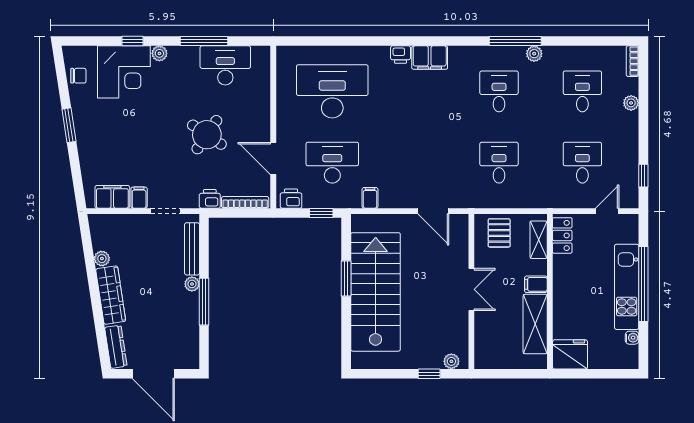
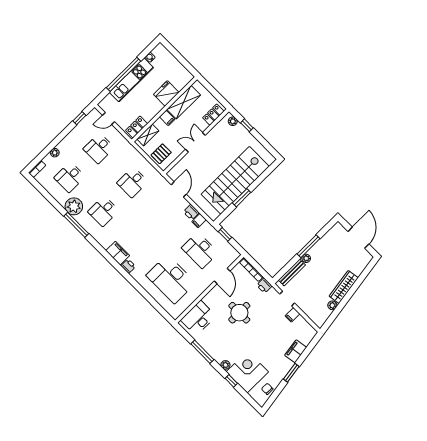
plant: (534, 54) -> (74, 206), width x1.88, depth x1.88
desk: (225, 65) -> (198, 318), moved, turned 90
round table: (207, 135) -> (239, 313), turned -34
filing cabinet: (112, 197) -> (296, 351), moved, turned 81
printer: (291, 199) -> (191, 212), moved
locker: (483, 346) -> (213, 115), added
dresser: (116, 347) -> (363, 264), removed
fridge: (570, 354) -> (166, 93), moved, turned 90

